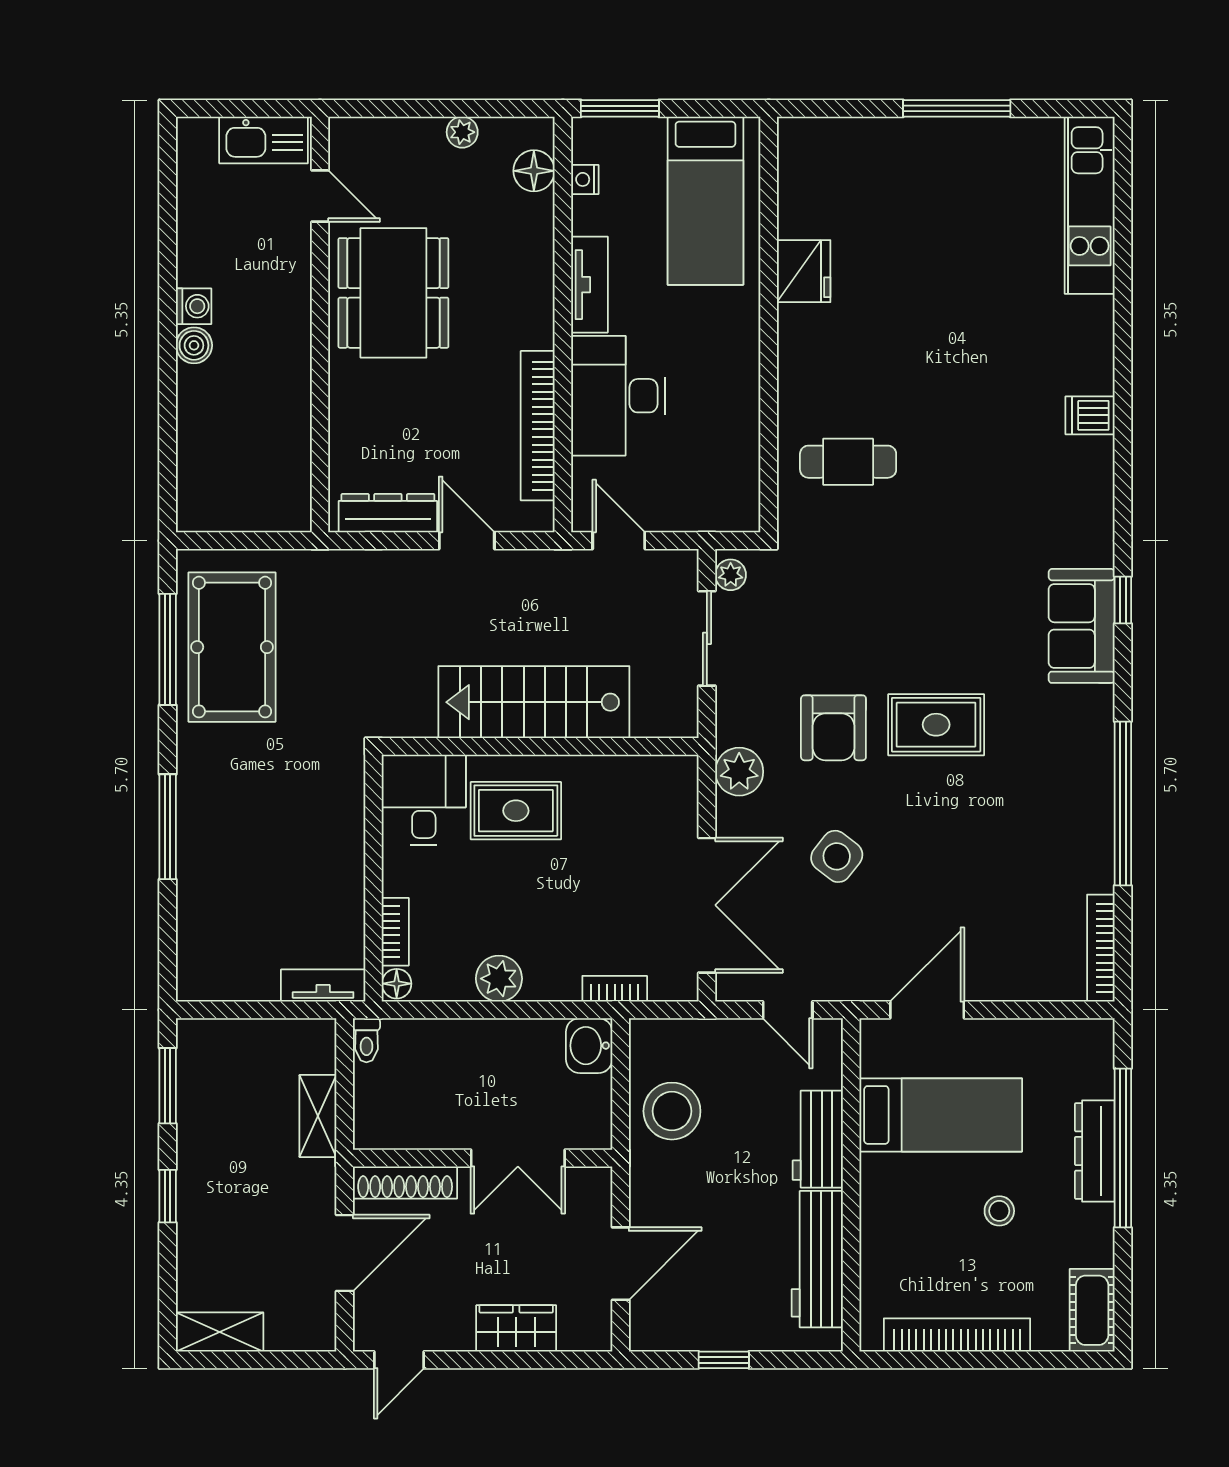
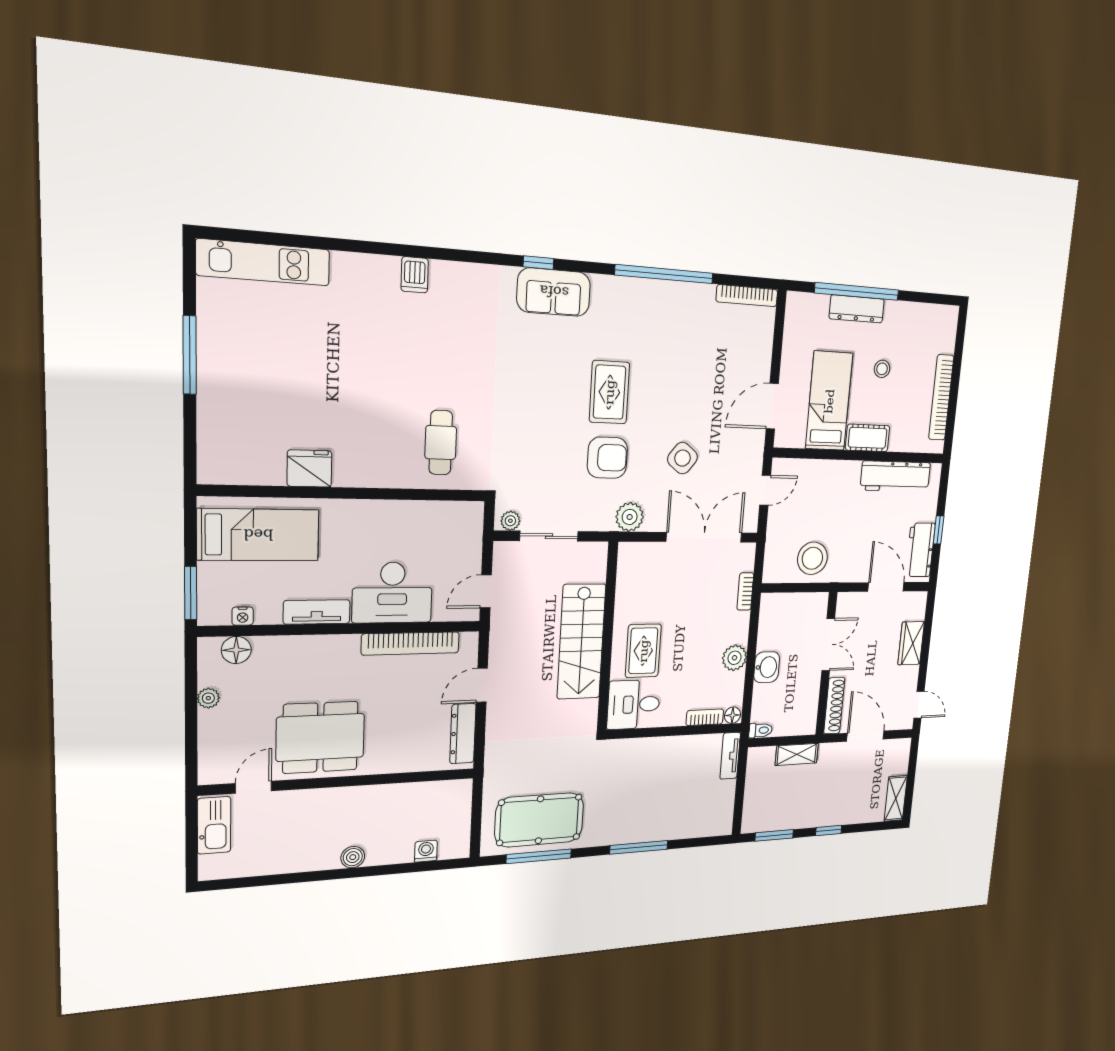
washing machine: (194, 306) -> (426, 851), moved
door: (927, 1010) -> (772, 406), hinge flipped
washbasin: (589, 1046) -> (767, 667), moved, turned -90
workbench: (818, 1139) -> (920, 550), moved, turned 90
cot: (1092, 1310) -> (868, 438), moved

